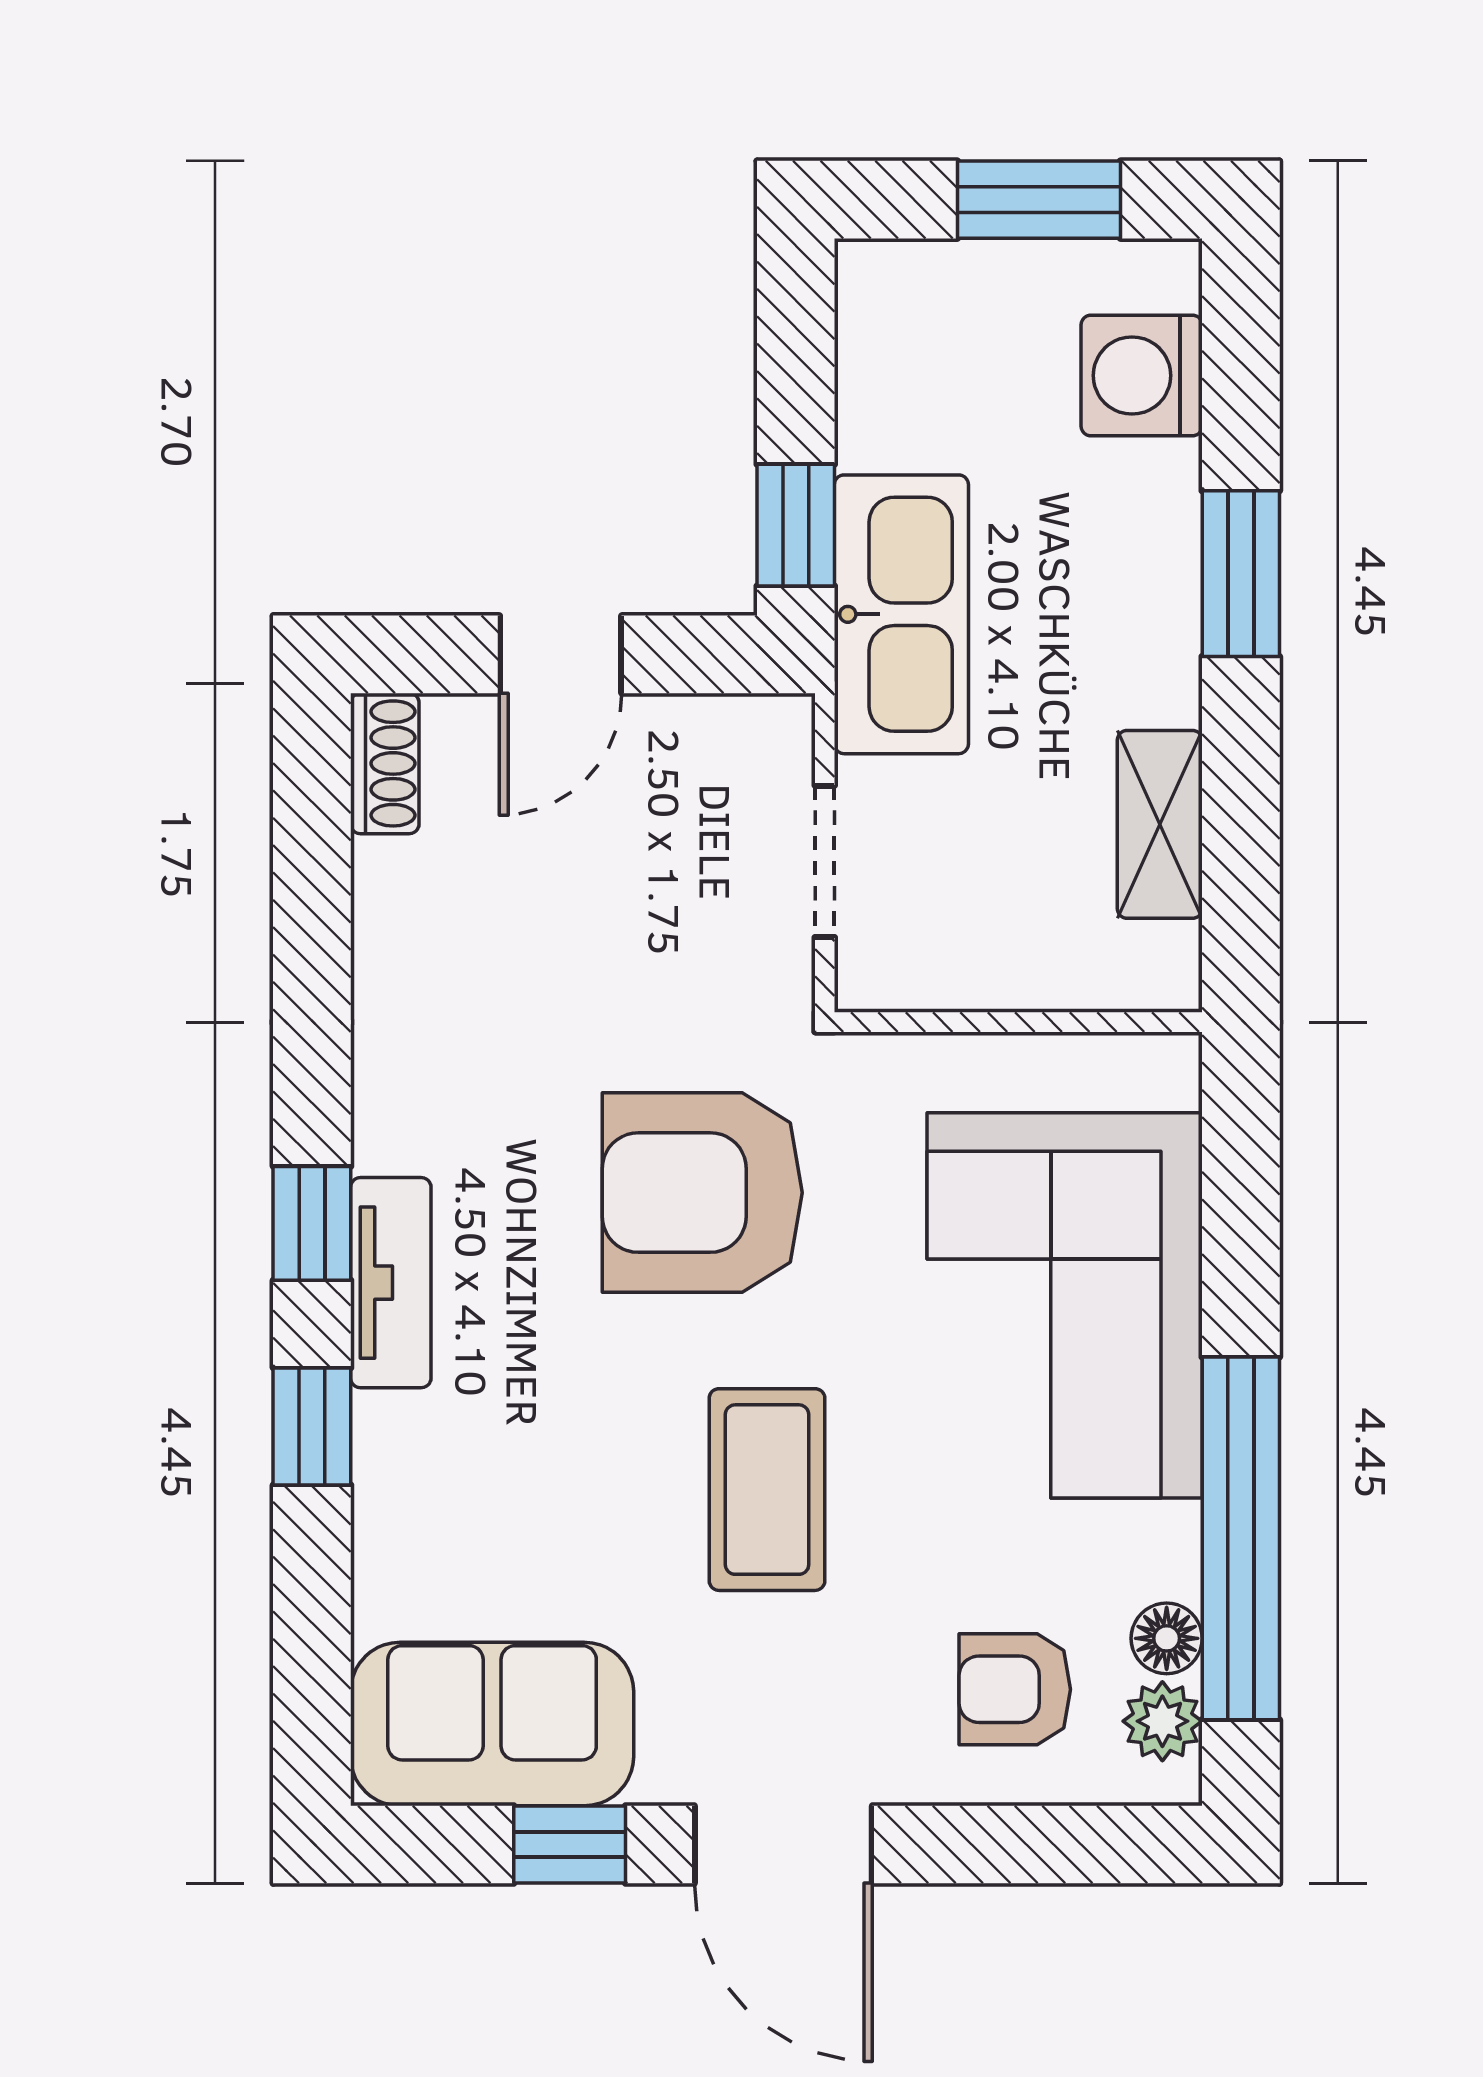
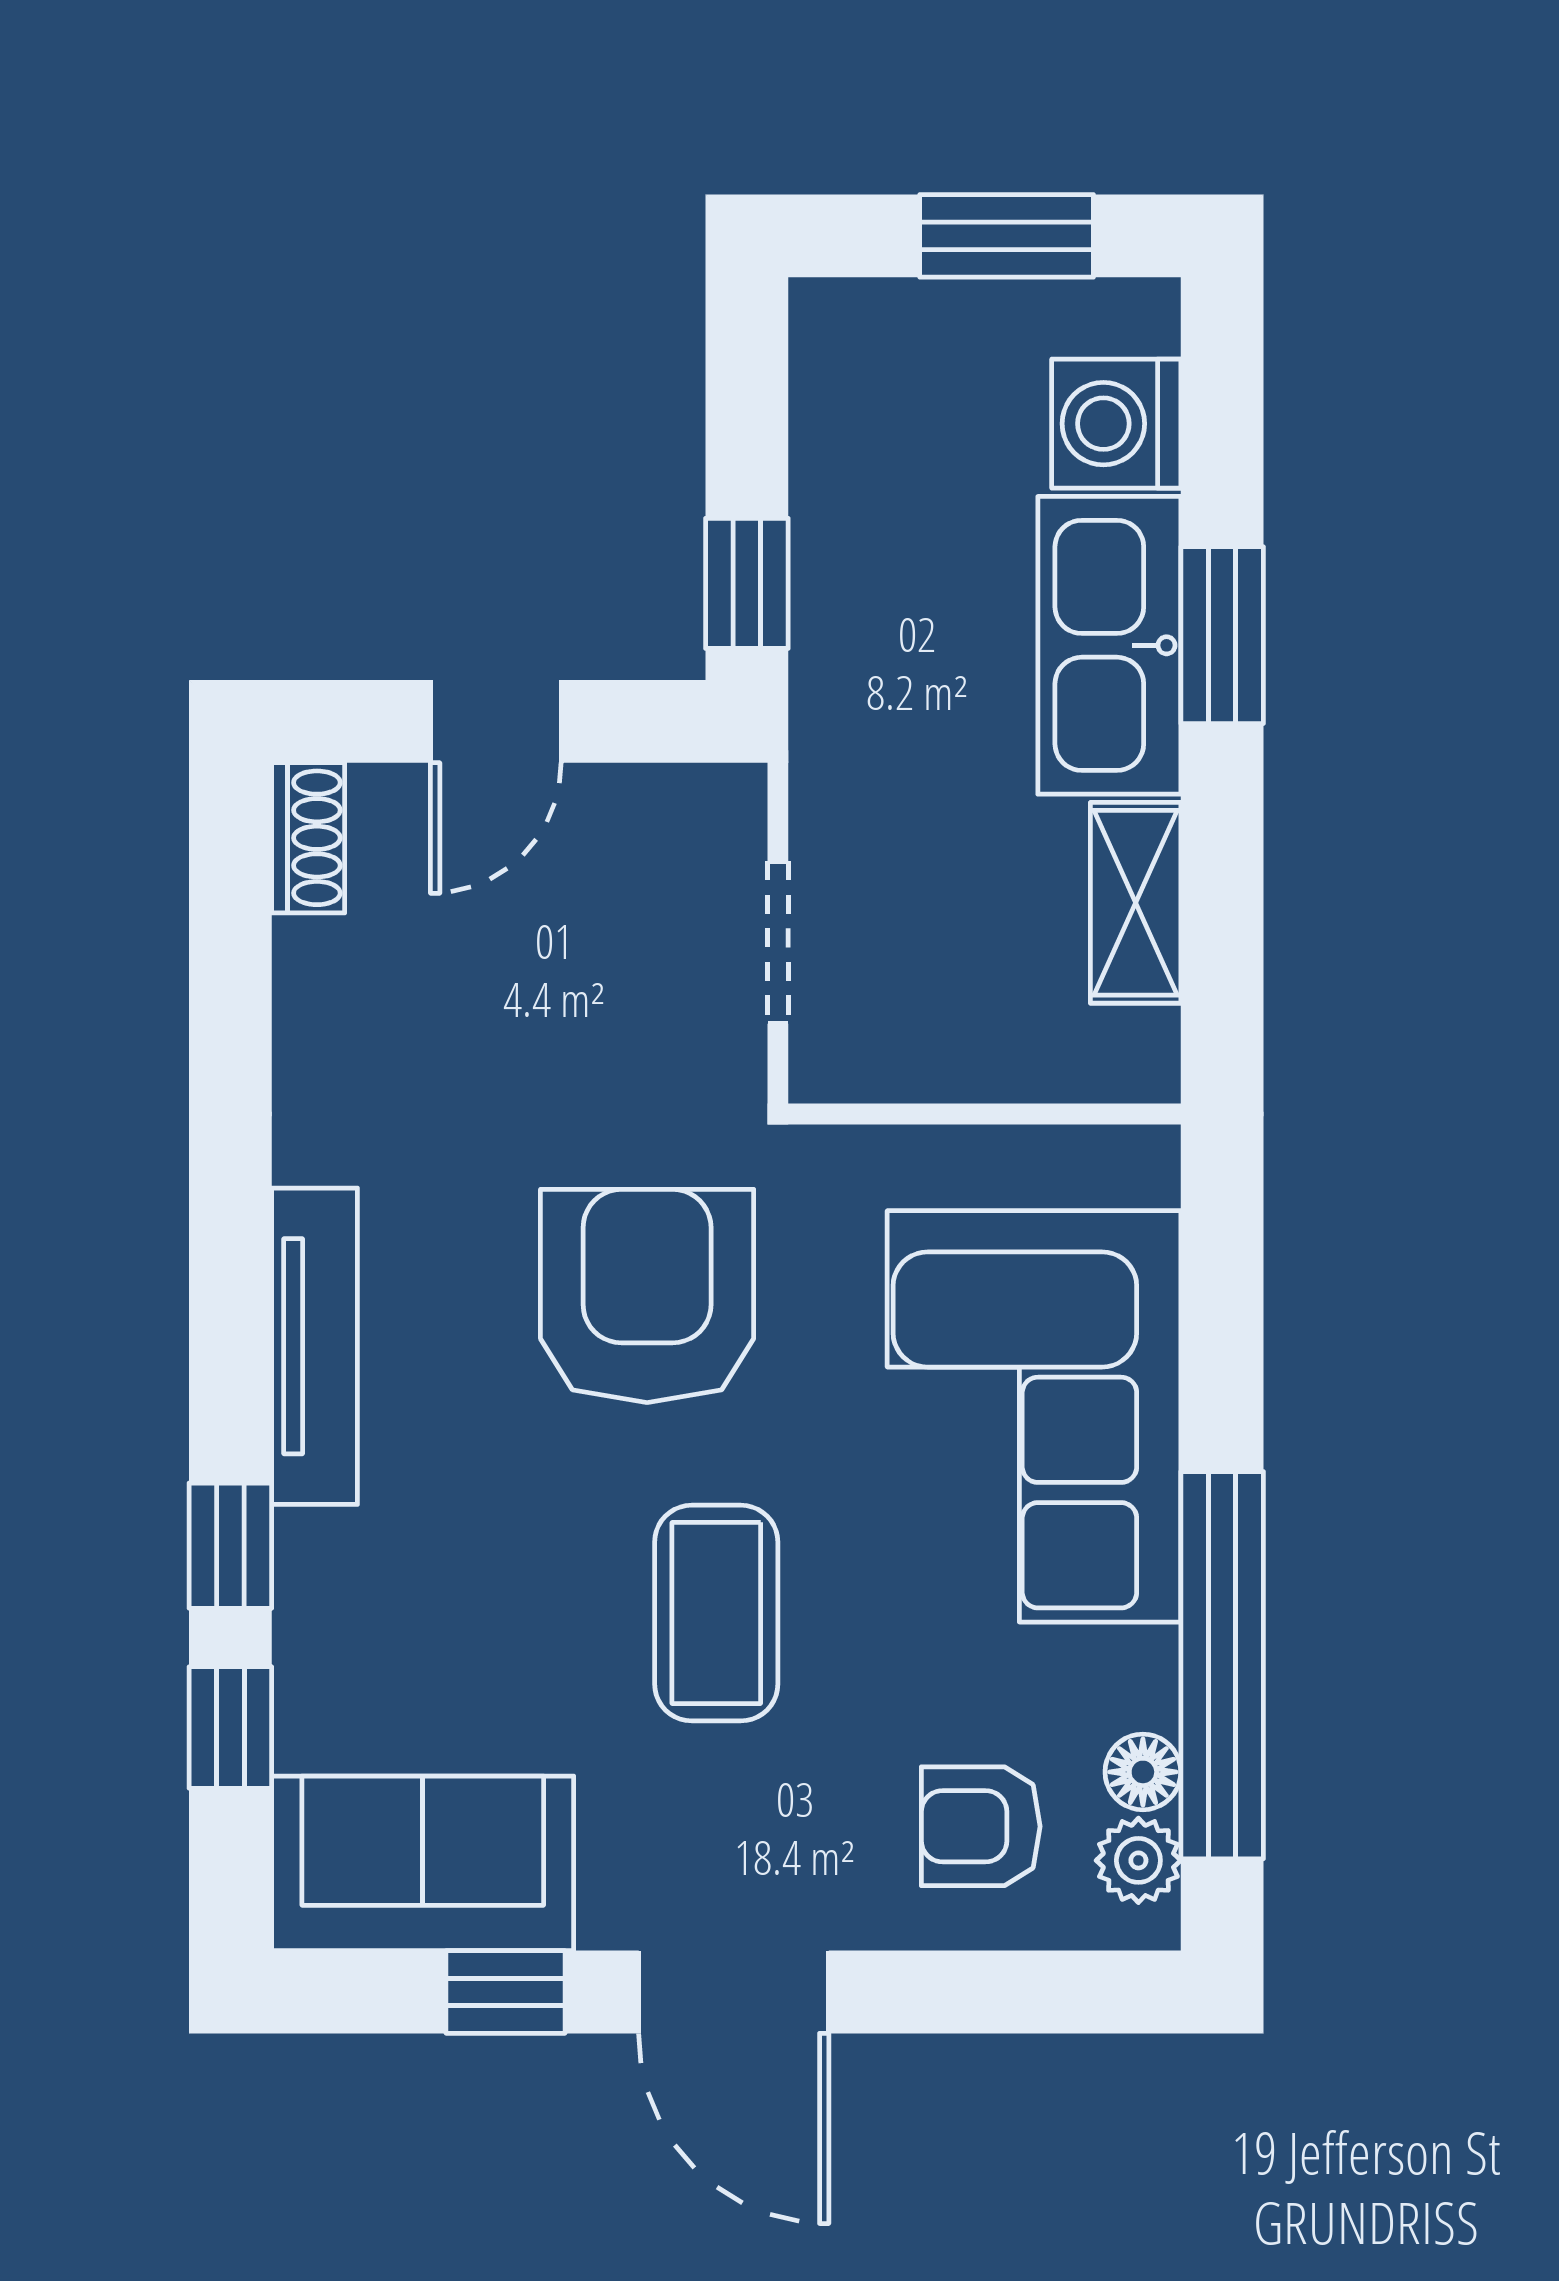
kitchen sink: (901, 614) -> (1109, 645), moved, turned 180
armchair: (702, 1193) -> (647, 1296), turned 90
window: (312, 1223) -> (230, 1727), moved
tv unit: (391, 1283) -> (315, 1346), width x1.41

